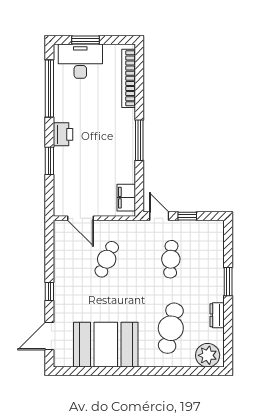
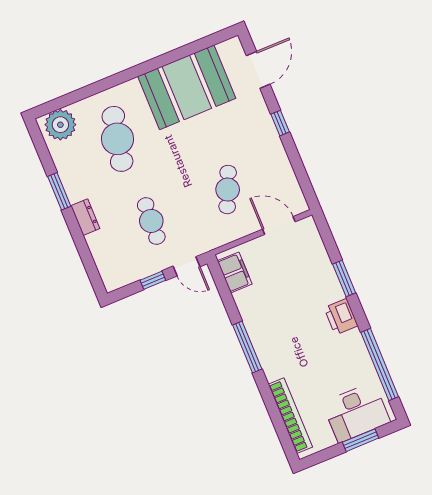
window: (228, 282) -> (59, 191), moved
dresser: (217, 315) -> (85, 217), moved

